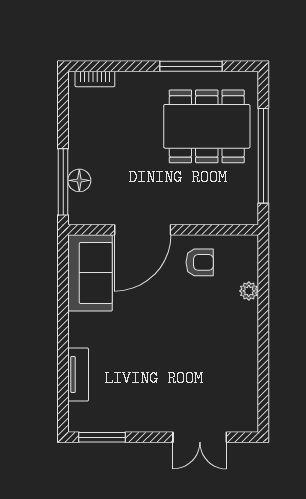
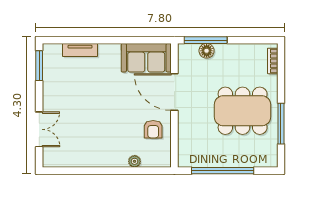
dining table: (207, 126) -> (243, 111), moved, turned 90
double door: (200, 437) -> (39, 129), swing flipped

